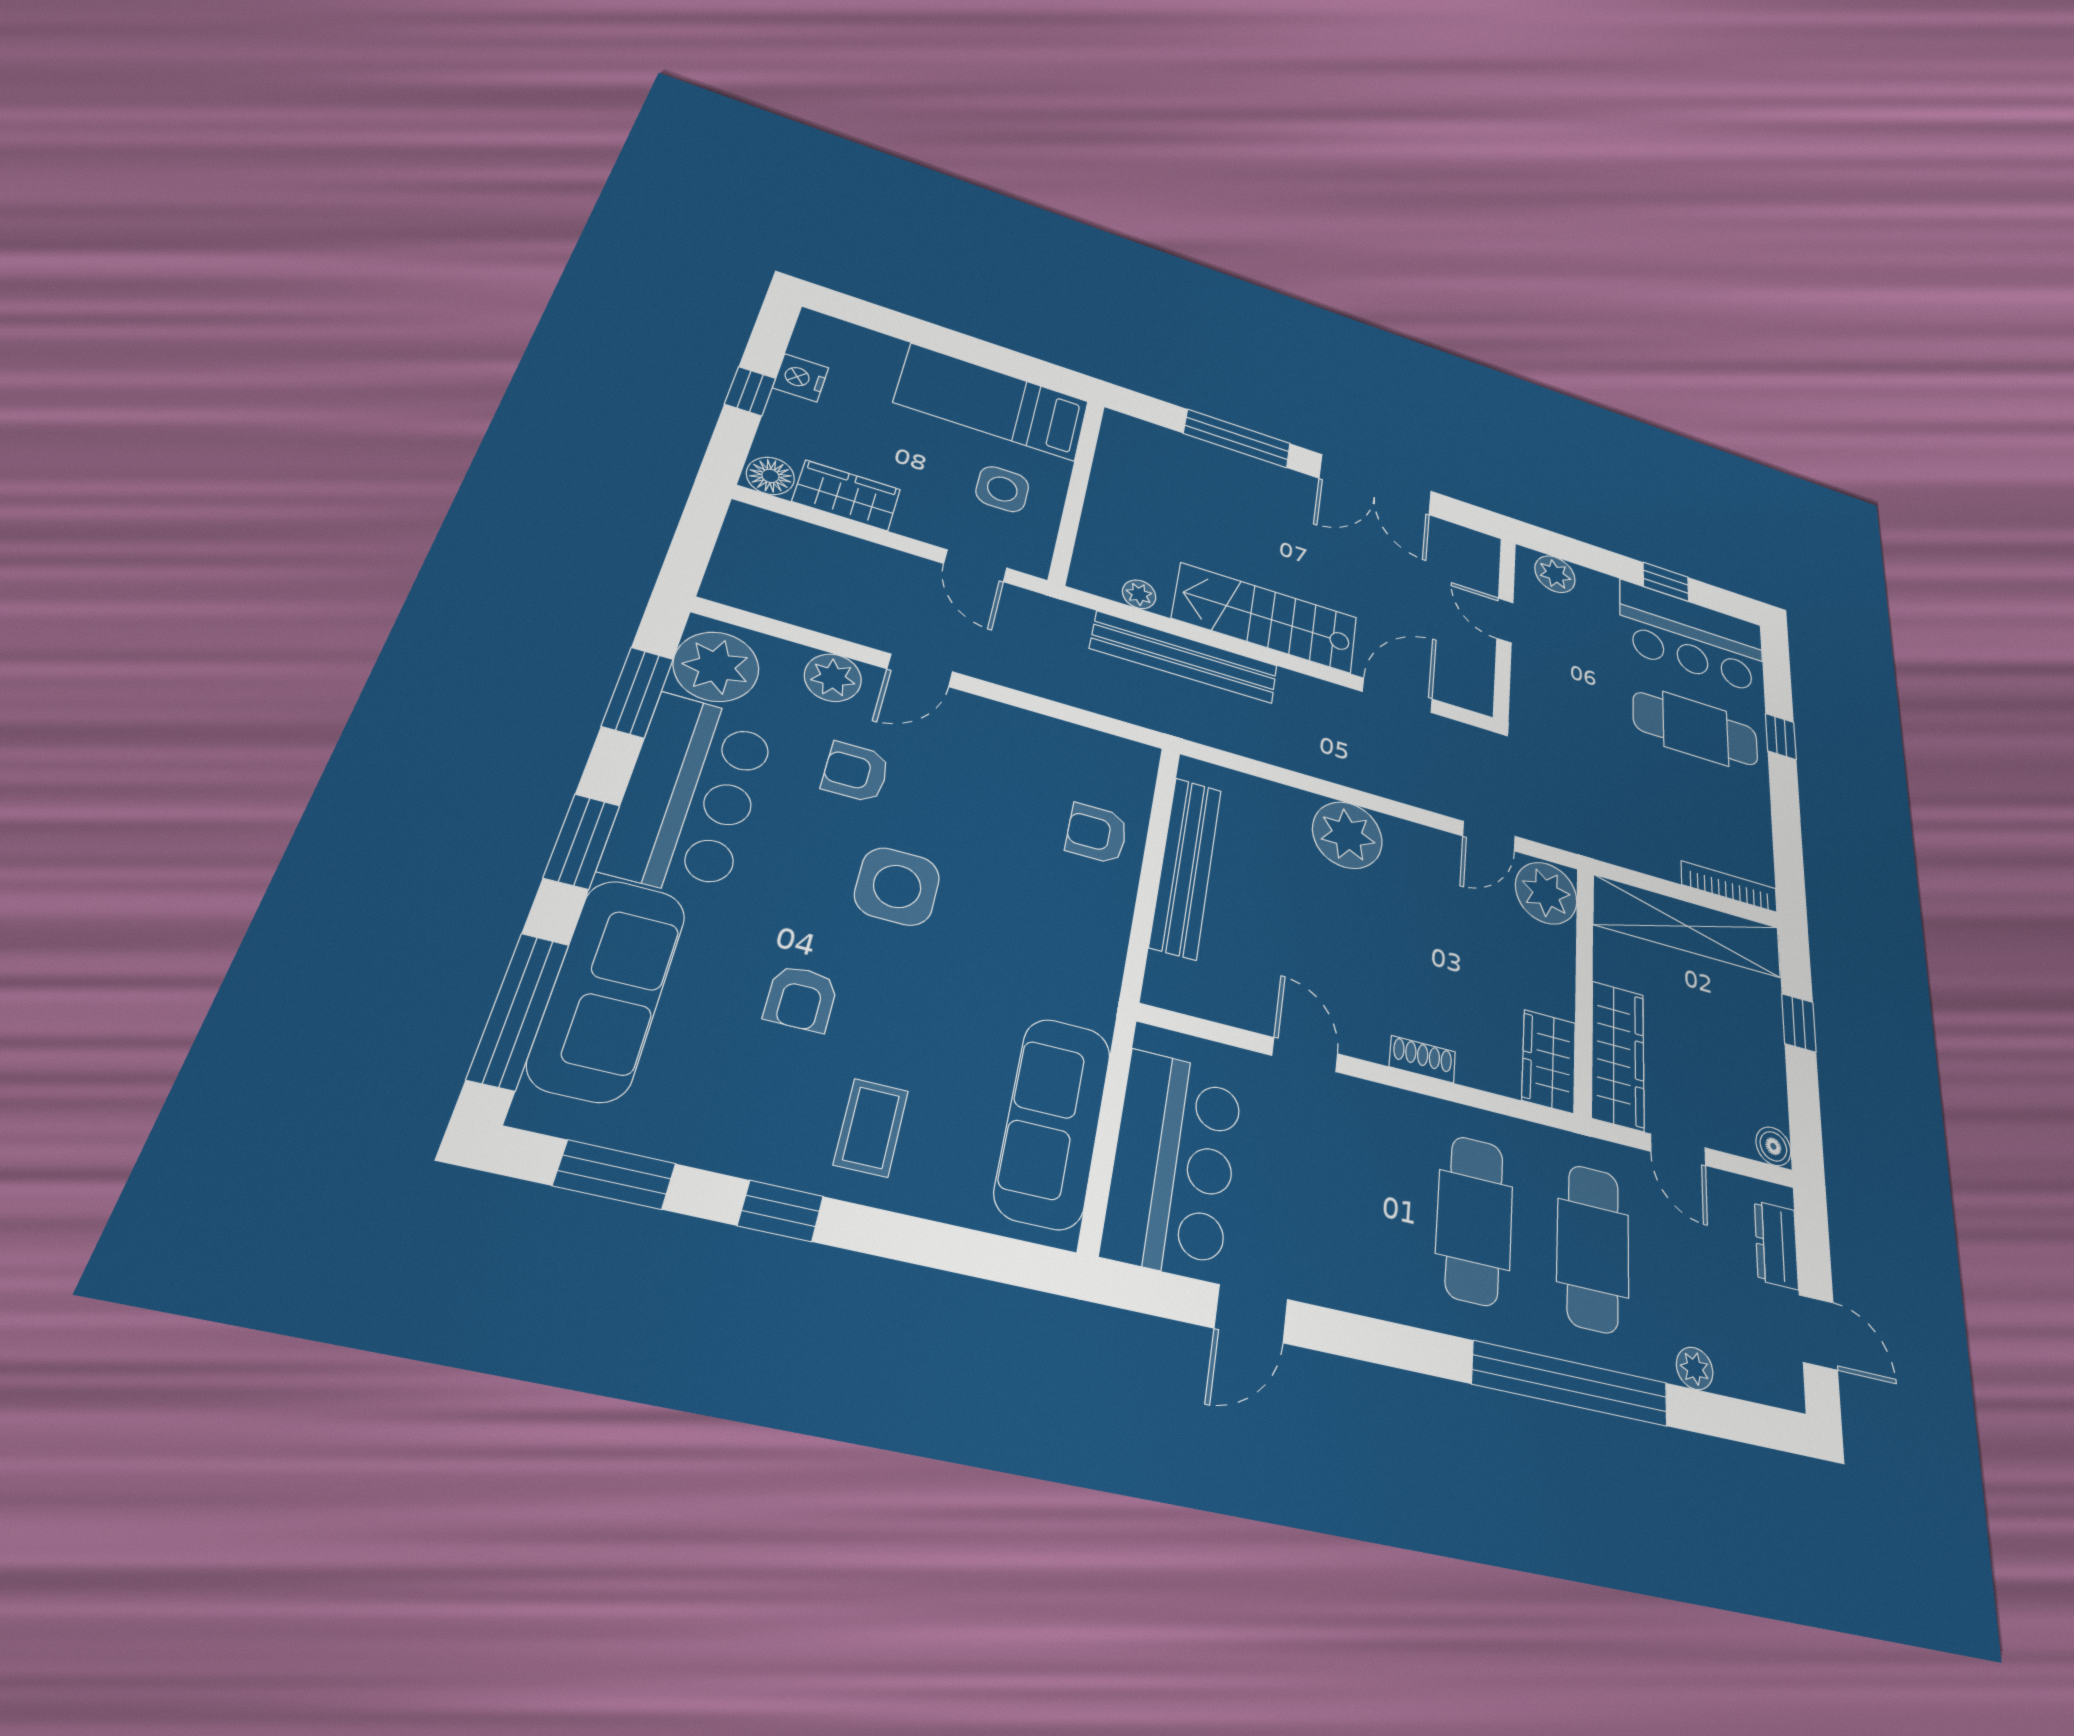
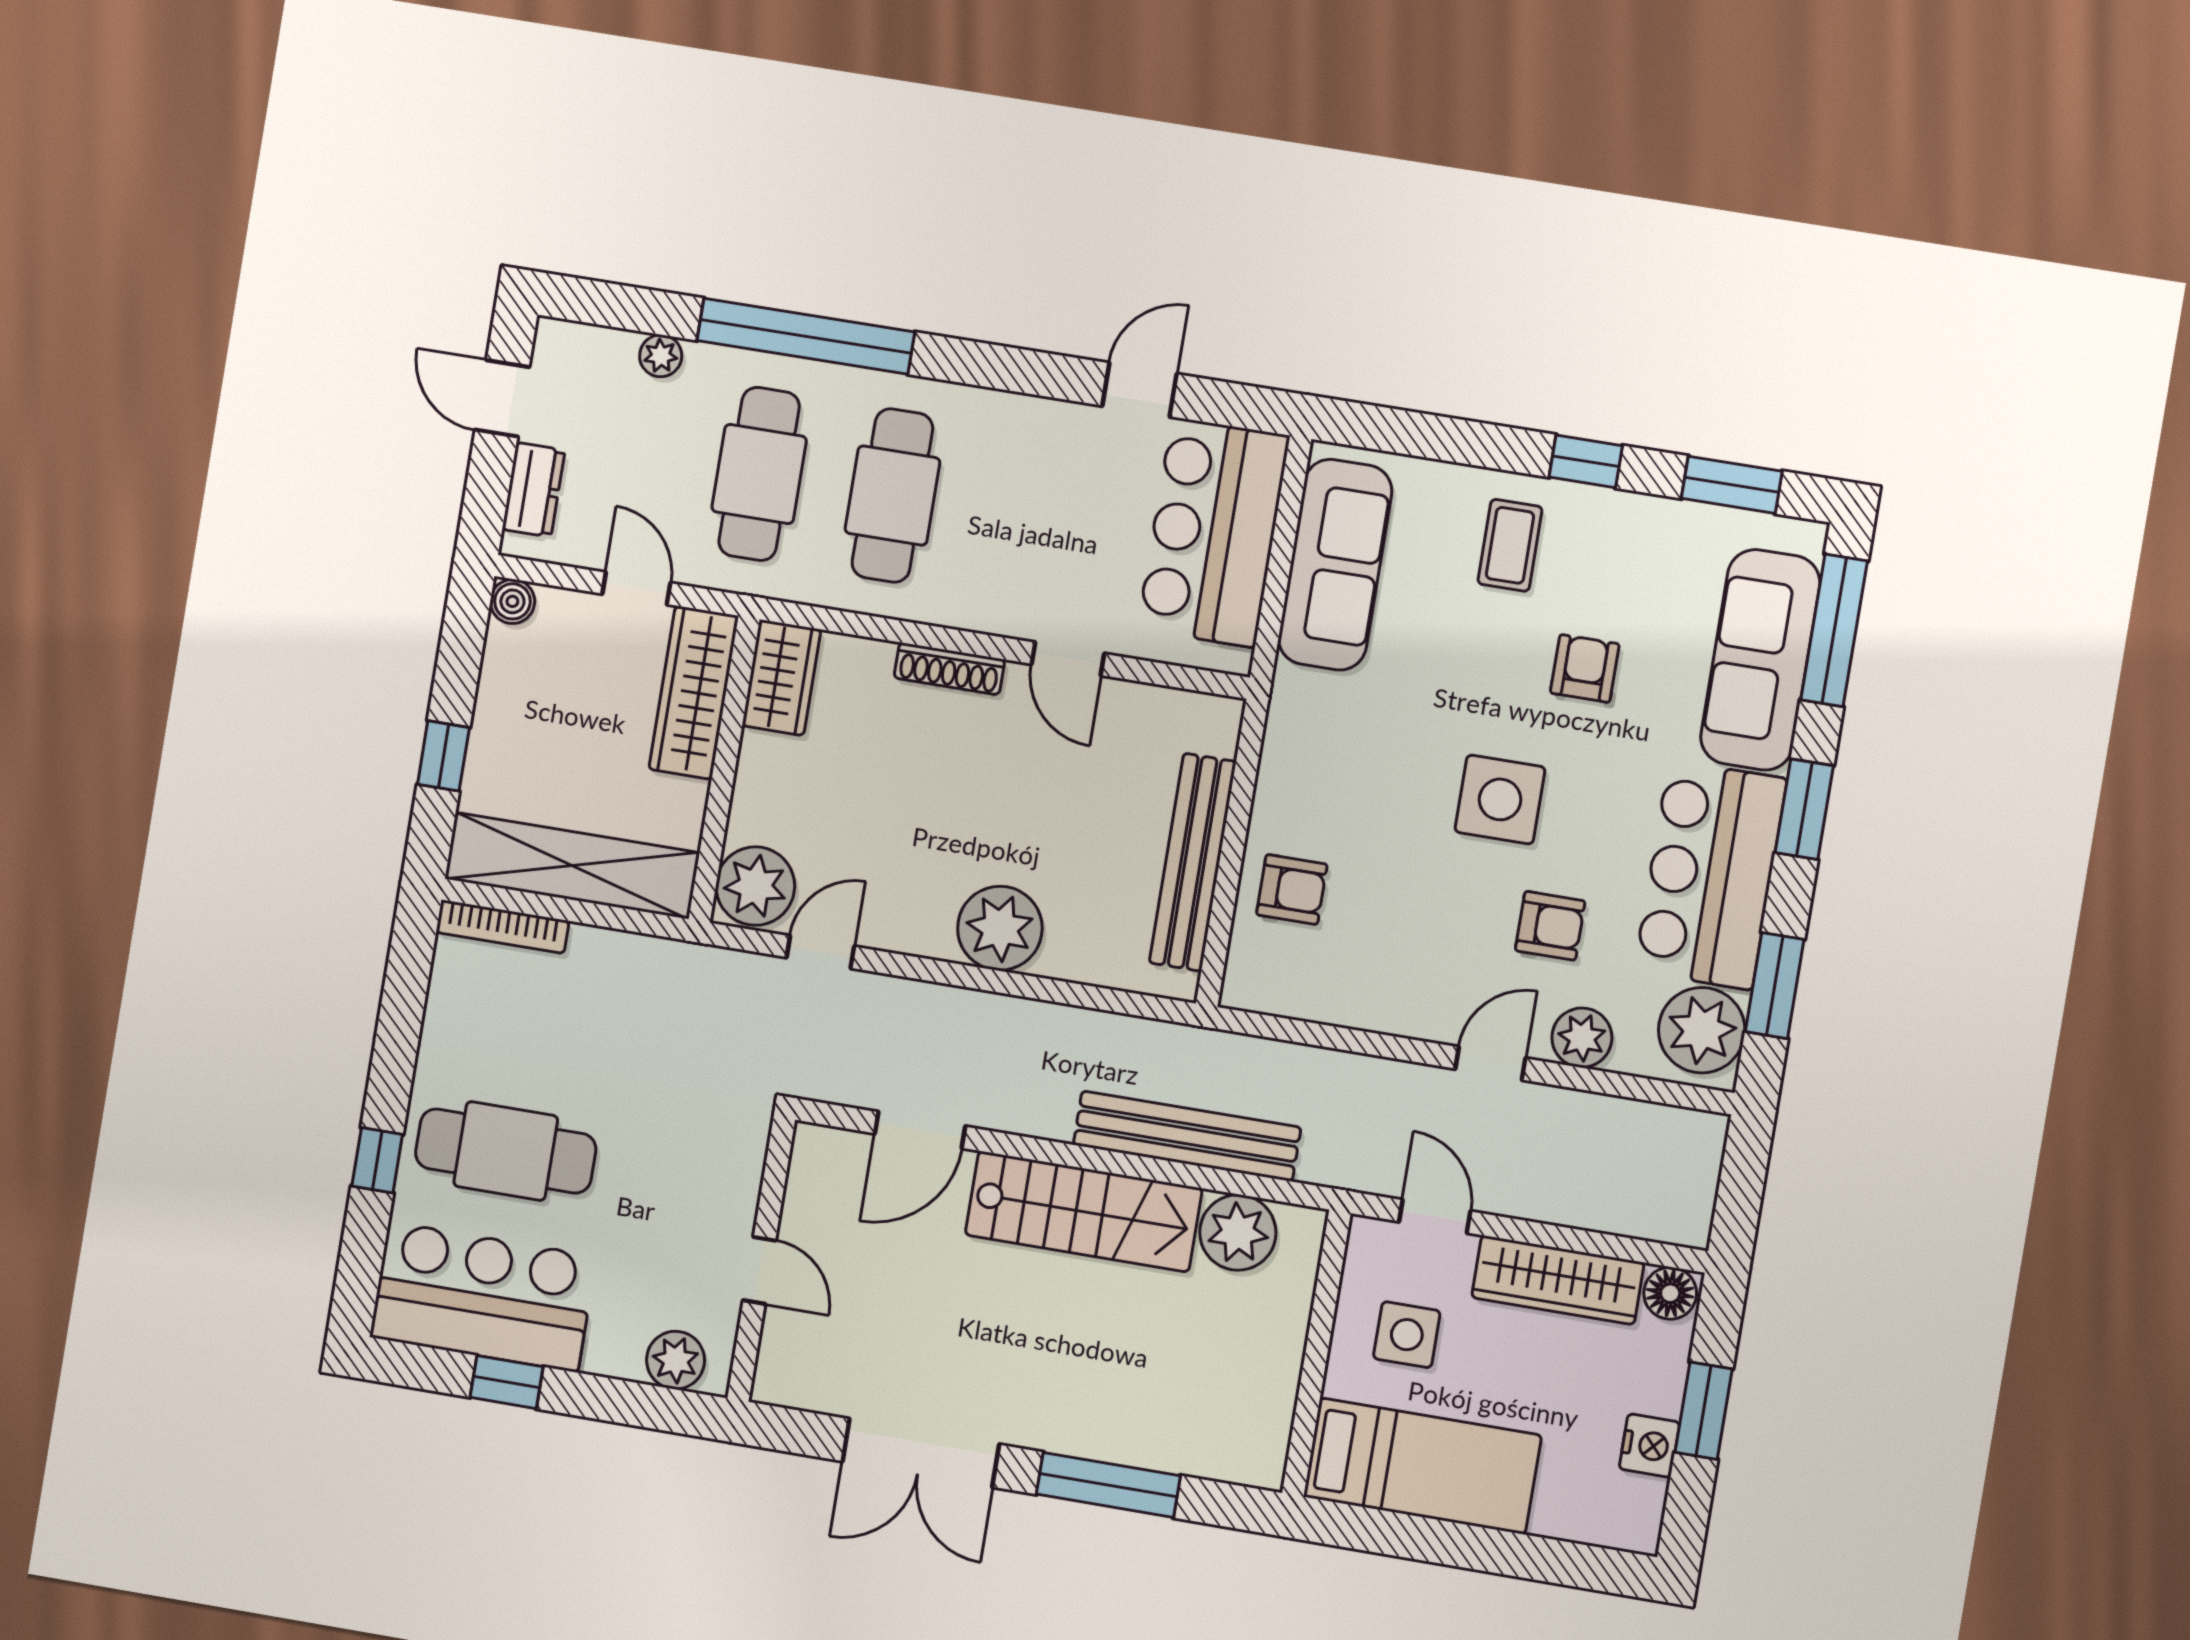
window: (750, 391) -> (1704, 1411), width x1.50
double door: (1376, 485) -> (921, 1453), swing flipped
wardrobe: (847, 495) -> (1558, 1280), width x1.50
plant: (1139, 594) -> (1238, 1233), width x1.88, depth x1.88
shoe rack: (1422, 1059) -> (949, 669), width x1.43

